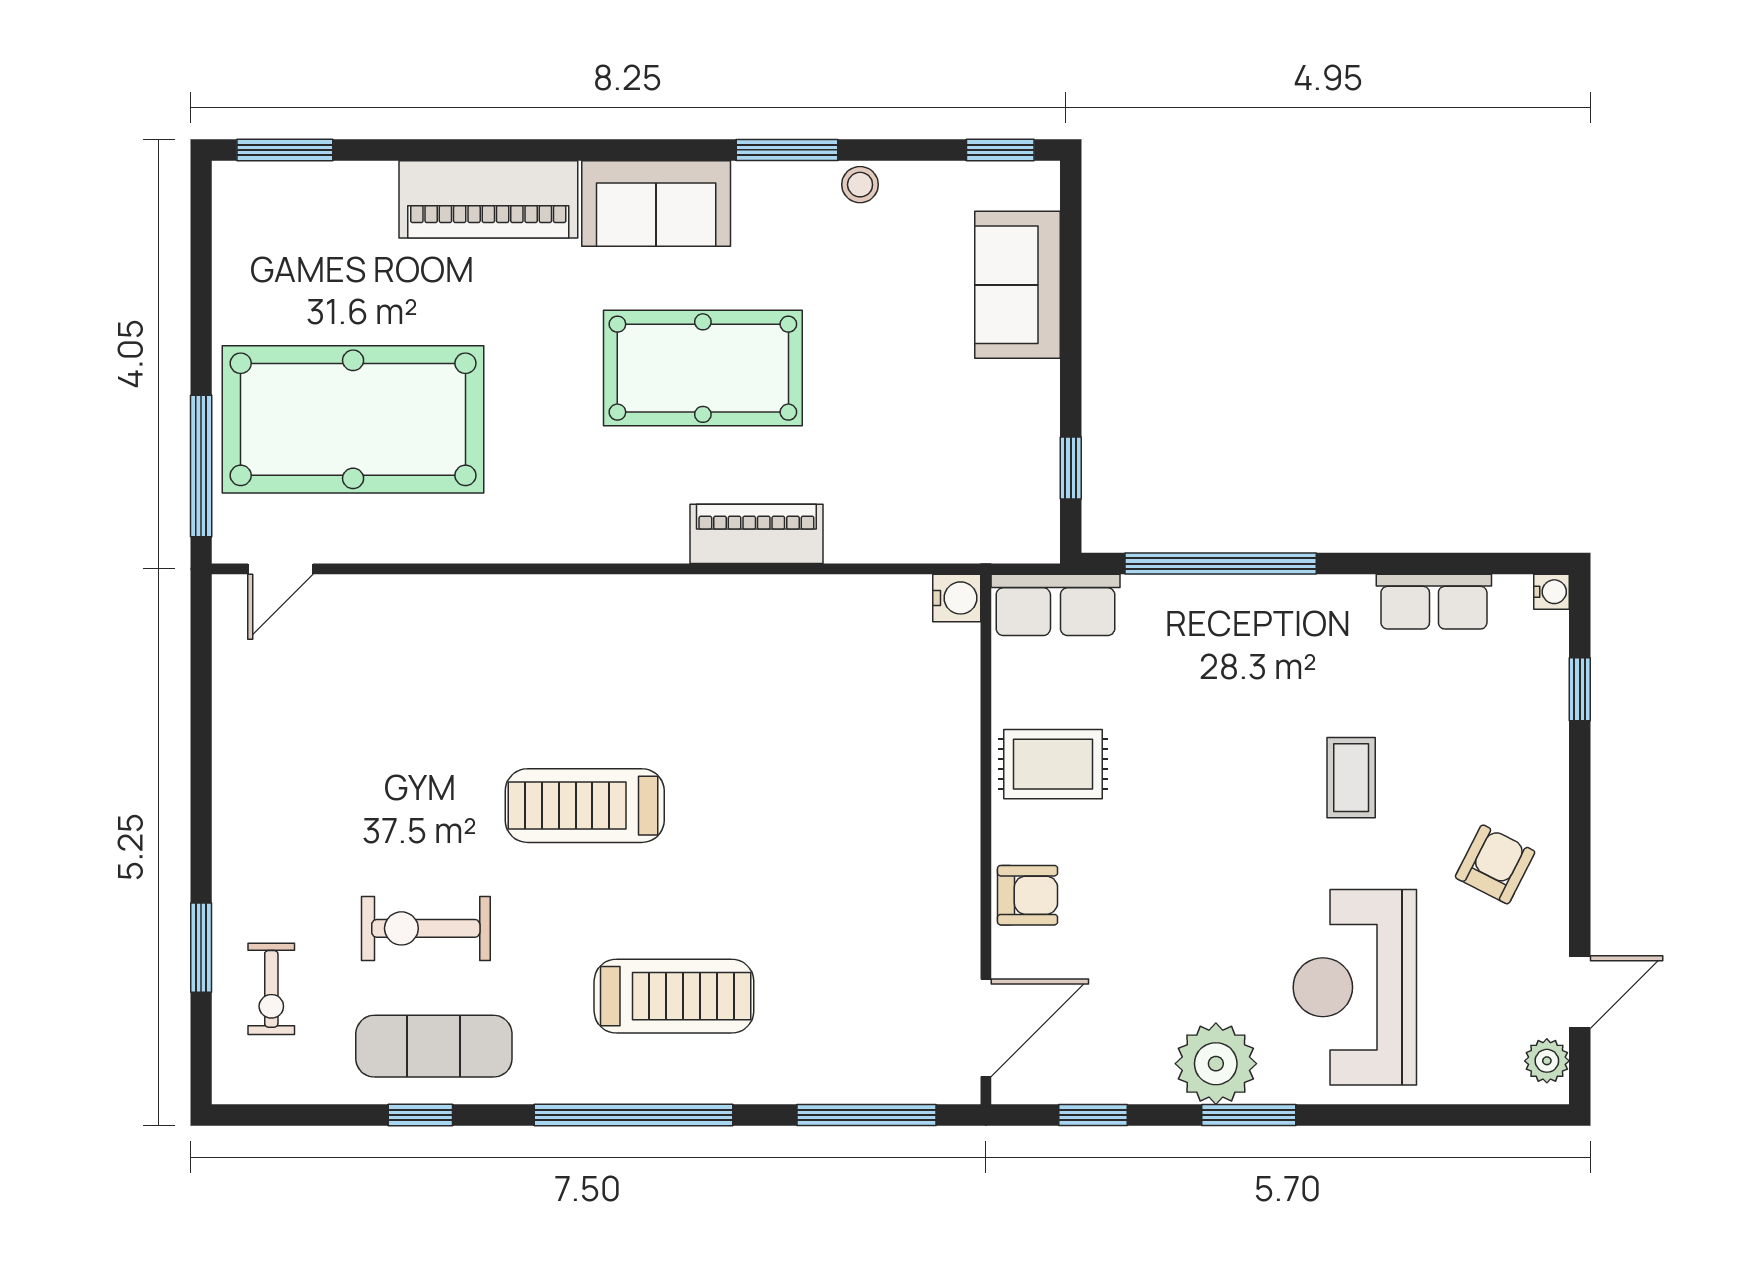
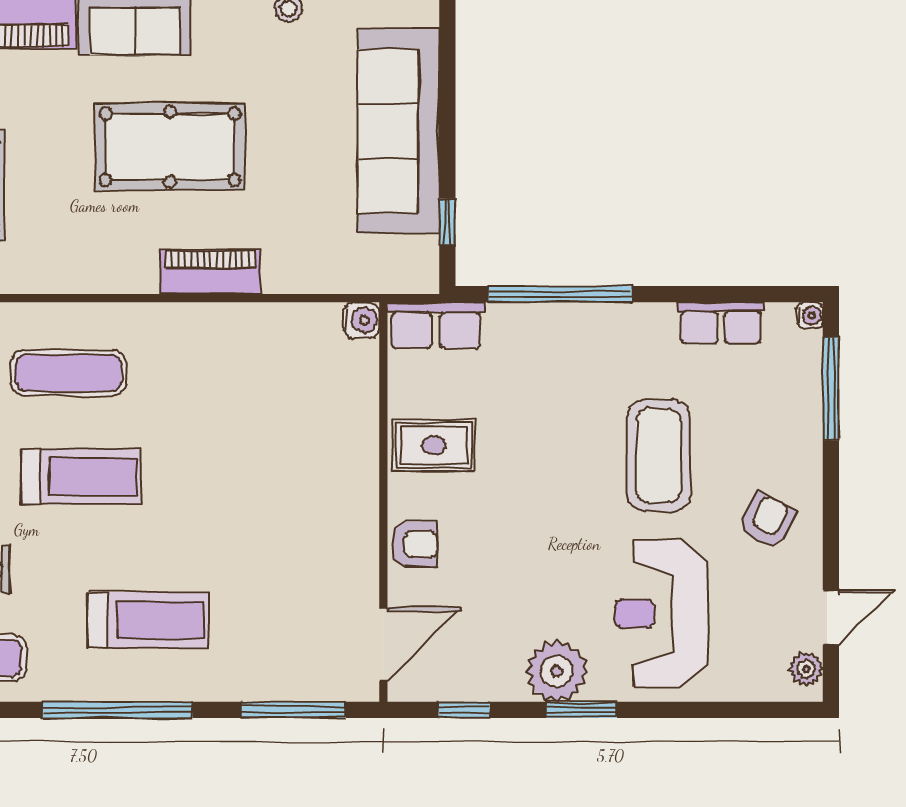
sofa: (1018, 285) -> (399, 131), width x1.85, depth x1.27
exercise mat: (568, 668) -> (69, 373), added
window: (1580, 689) -> (831, 389), width x2.17
coffee table: (1351, 778) -> (659, 456), width x1.86, depth x1.72
treadmill: (585, 806) -> (81, 477), turned 180

